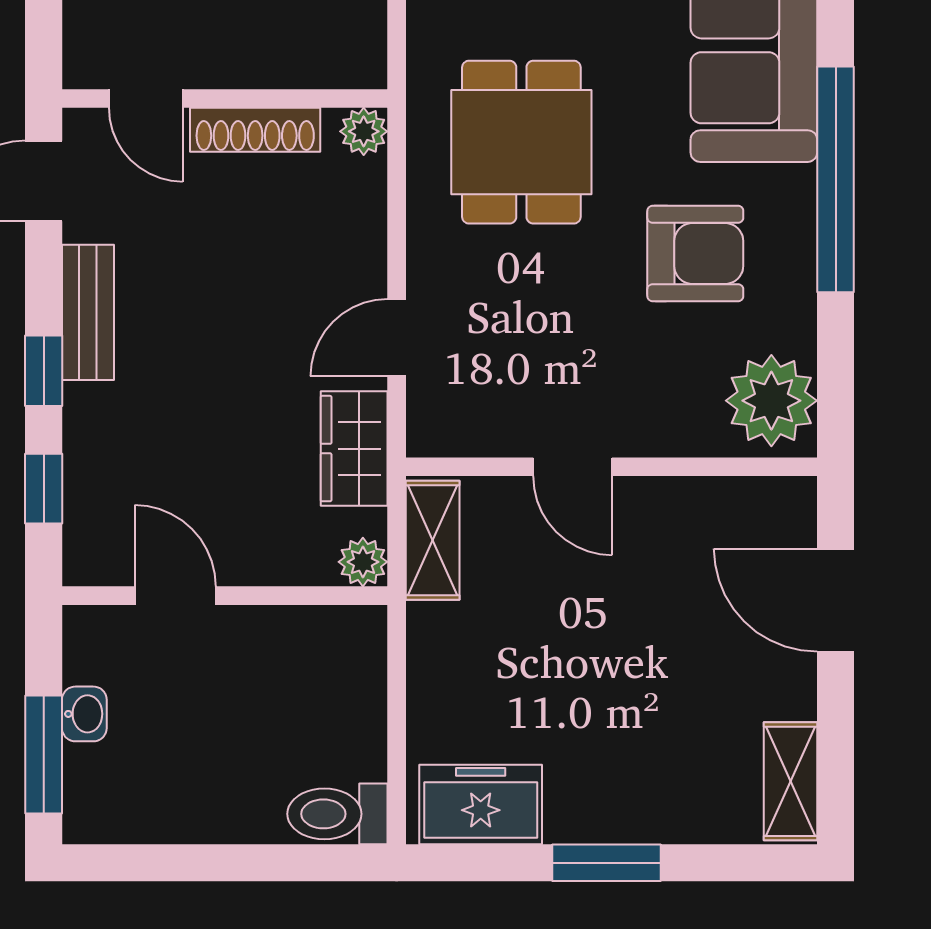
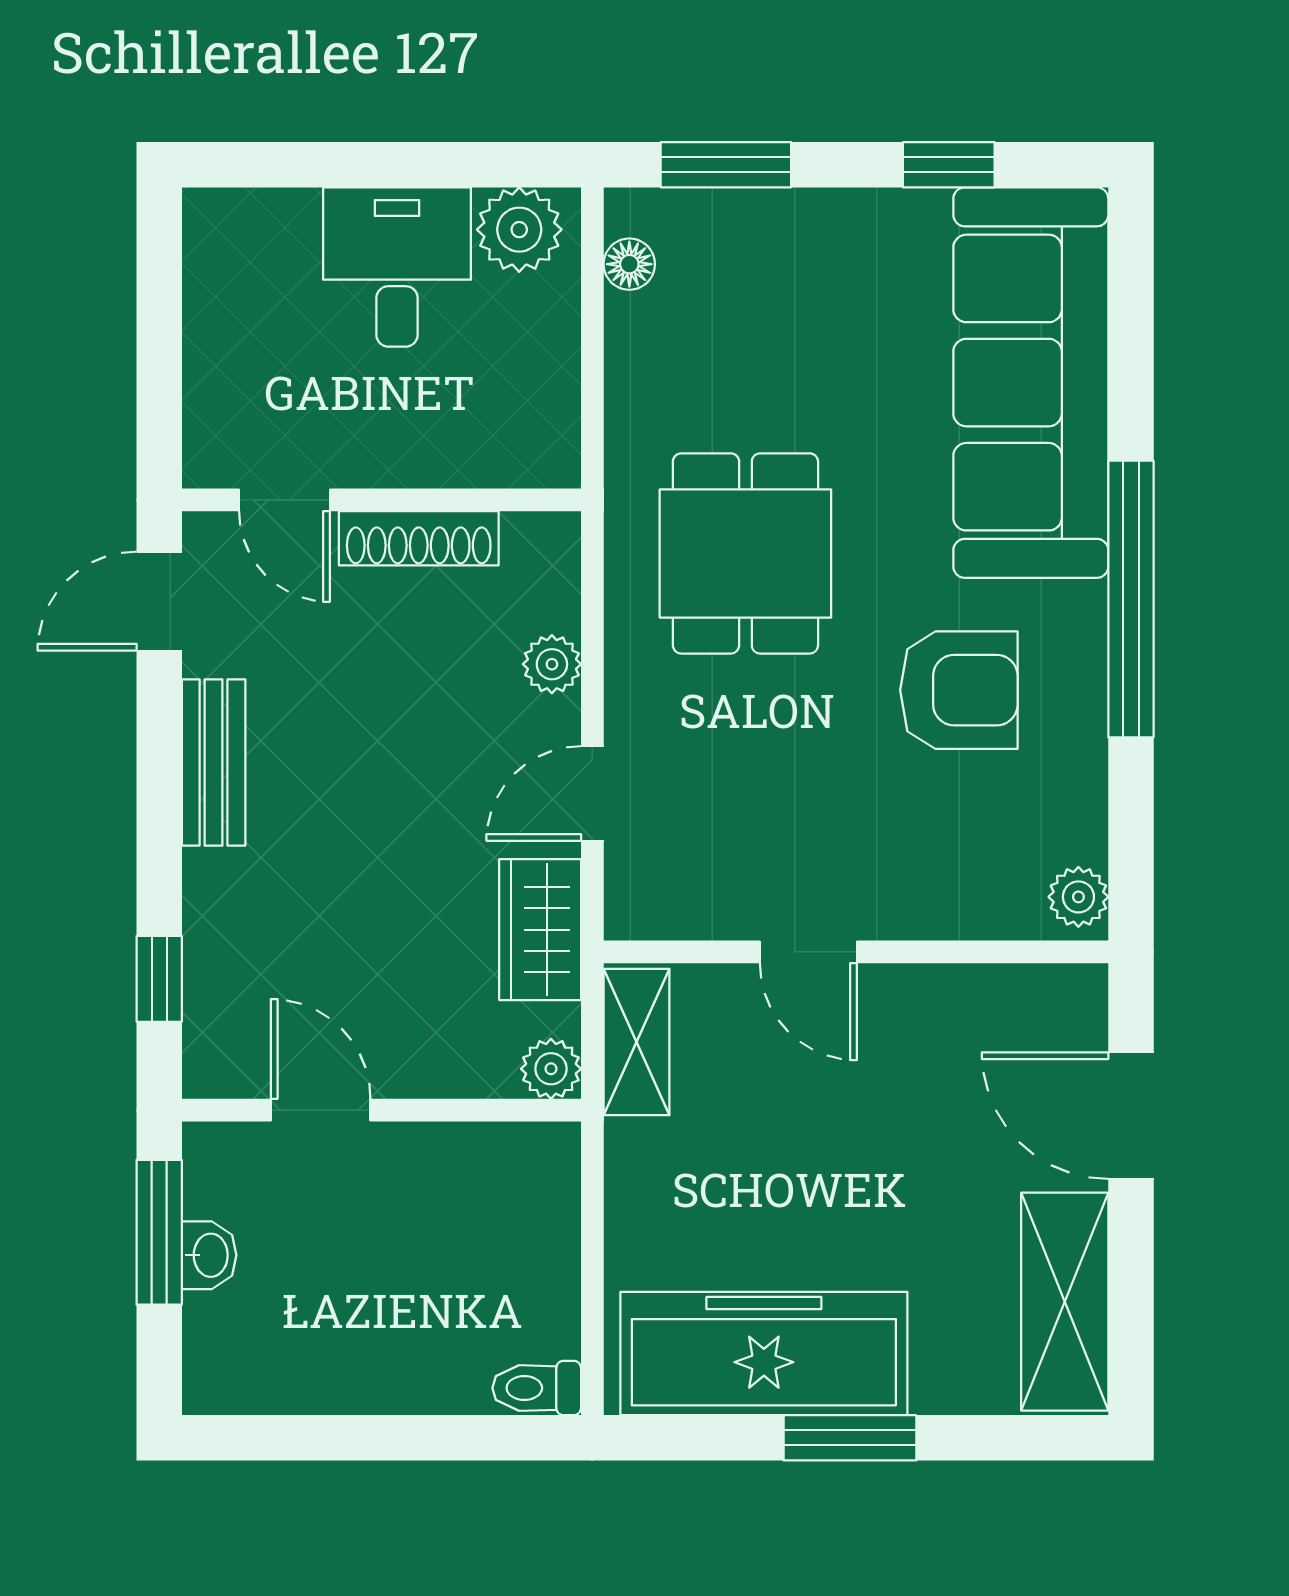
plant: (364, 131) -> (552, 664), moved
window: (44, 371) -> (159, 834), removed
plant: (771, 401) -> (1078, 897), width x0.53, depth x0.53
window: (44, 754) -> (159, 1232), moved
shelving: (790, 781) -> (1065, 1302), width x1.50, depth x1.33
freezer: (481, 804) -> (764, 1354), width x1.91, depth x1.26
toilet: (337, 814) -> (537, 1388), width x0.73, depth x0.72

